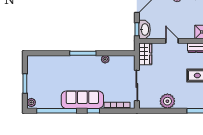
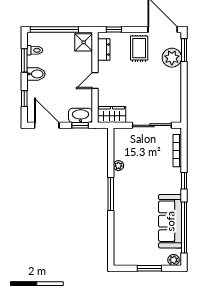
sofa: (82, 100) -> (170, 221), moved
plant: (167, 101) -> (172, 58), moved

